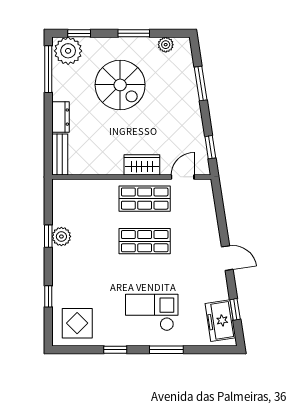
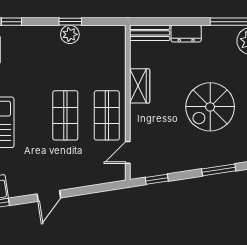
spiral stairs: (120, 85) -> (210, 107), moved
wardrobe: (142, 165) -> (140, 86), moved
door: (183, 177) -> (128, 152), swing flipped

